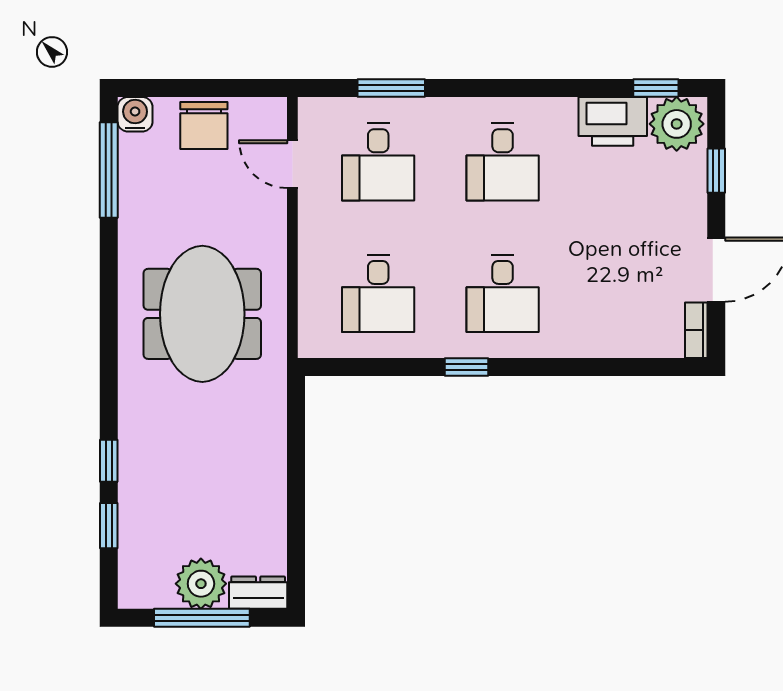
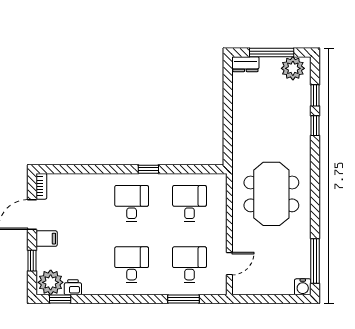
printer: (613, 121) -> (73, 287), width x0.53, depth x0.68
chair: (204, 125) -> (271, 282), removed
door: (292, 164) -> (229, 264), hinge flipped
filing cabinet: (685, 218) -> (47, 239), added
plant: (201, 584) -> (293, 68), moved

